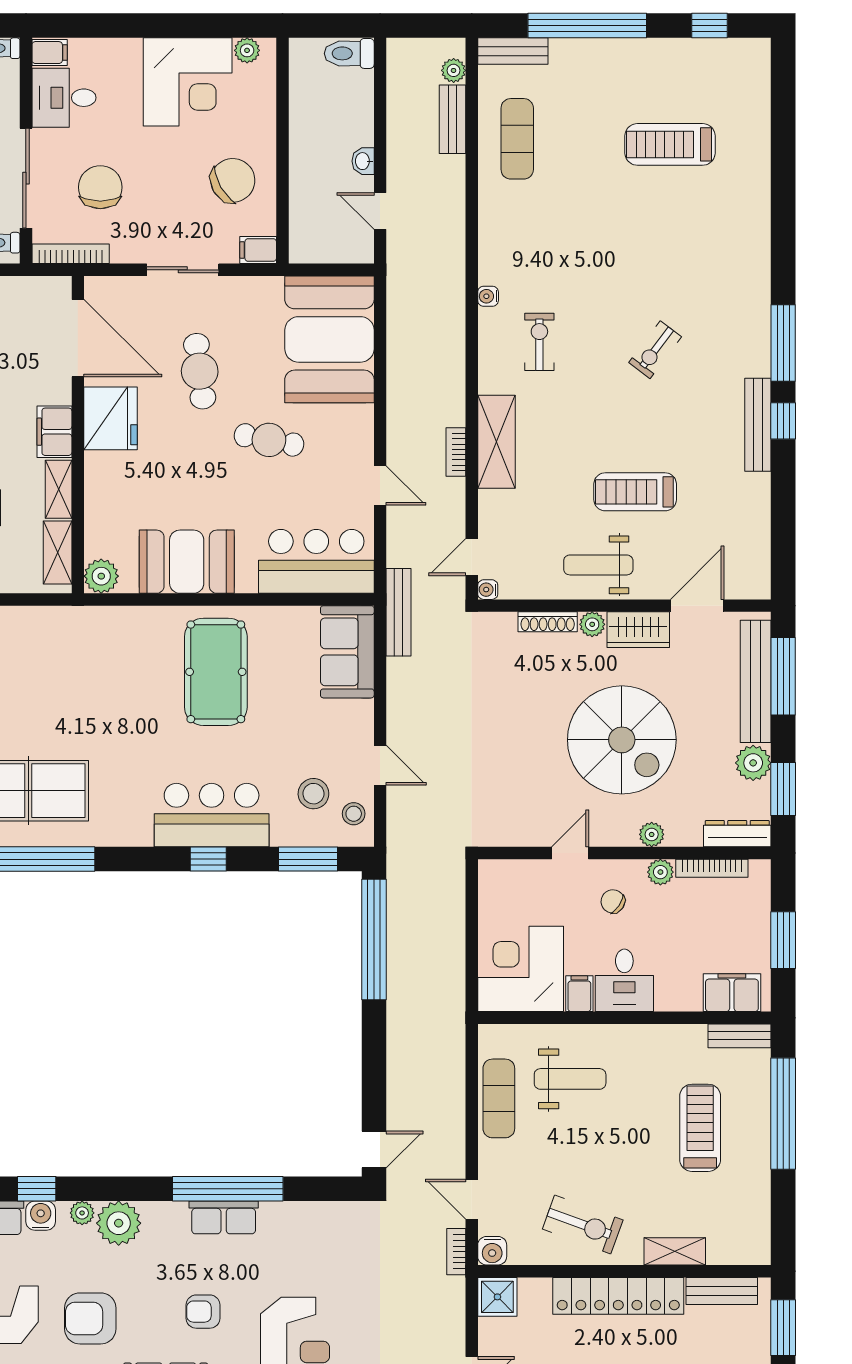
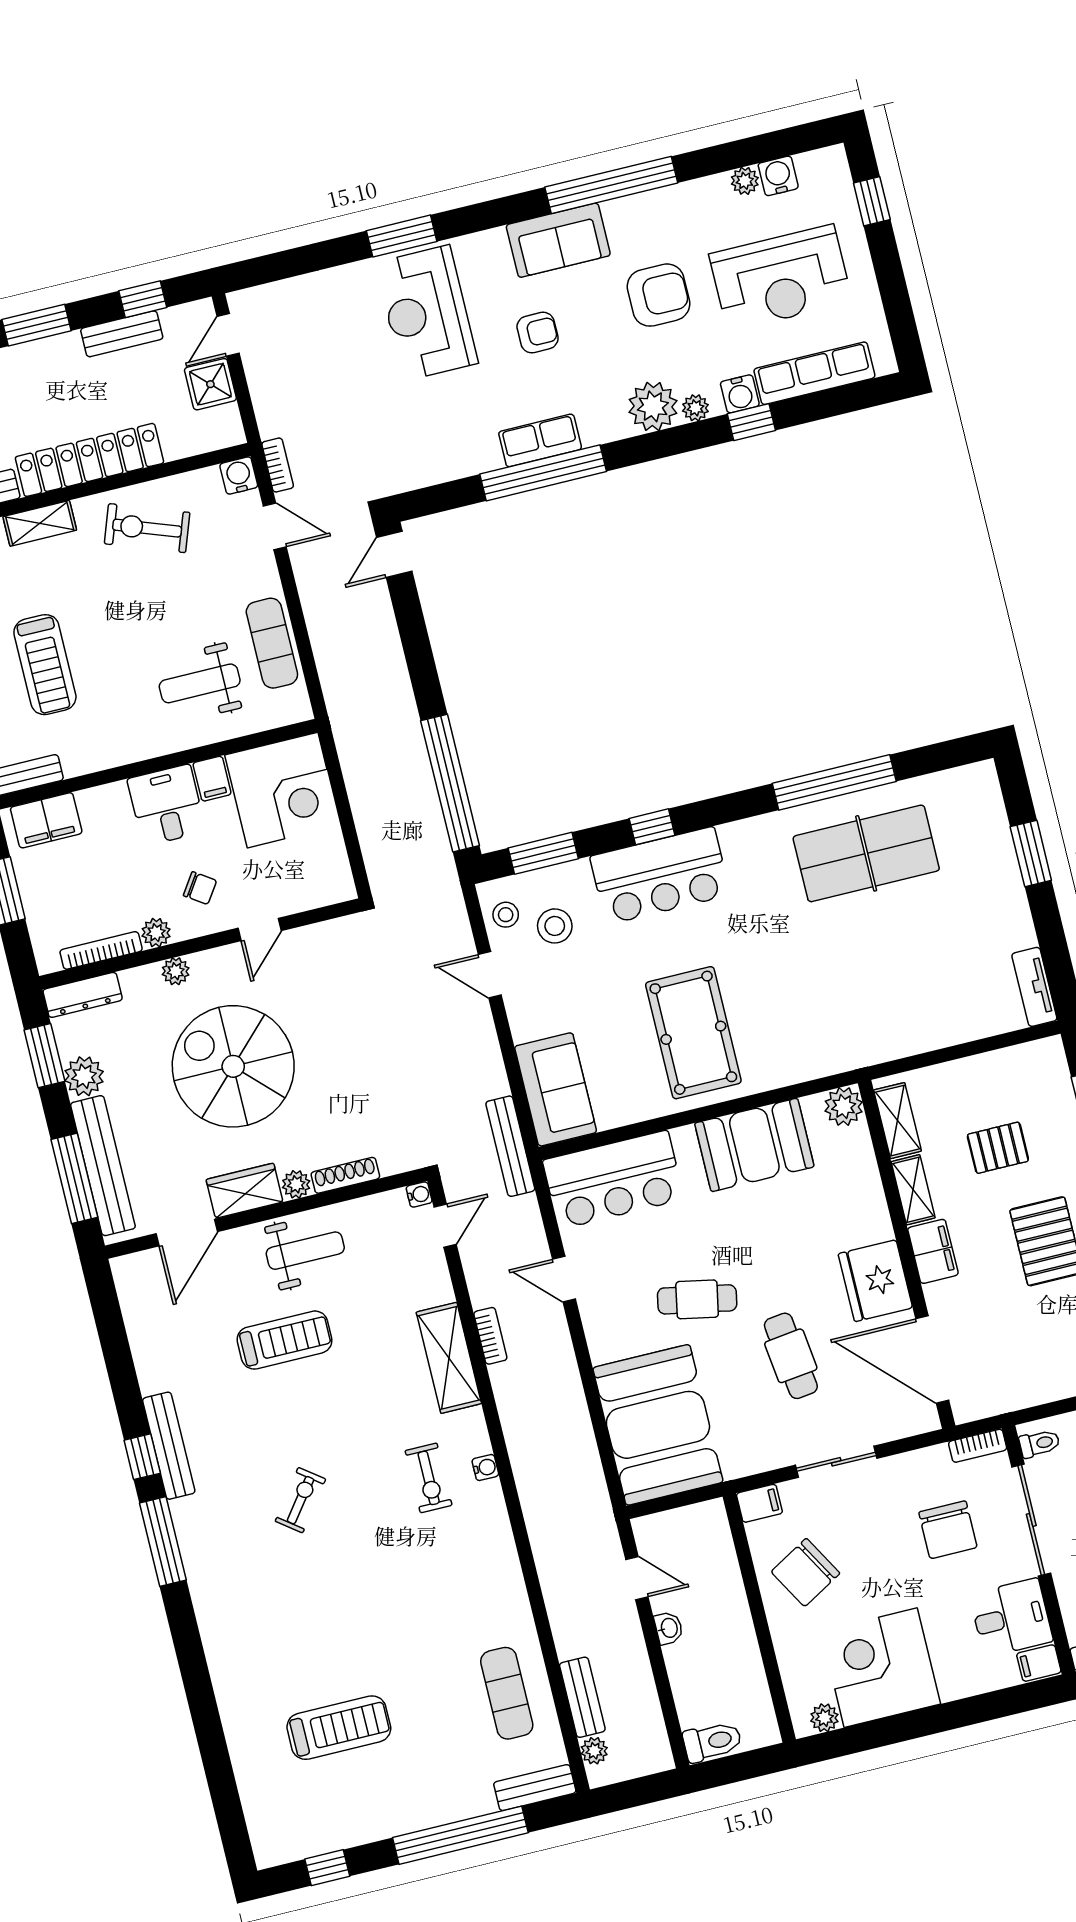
bookcase: (71, 254) -> (978, 1446), width x0.64
water cooler: (488, 296) -> (485, 1467), moved
shower: (497, 1297) -> (210, 384), moved

